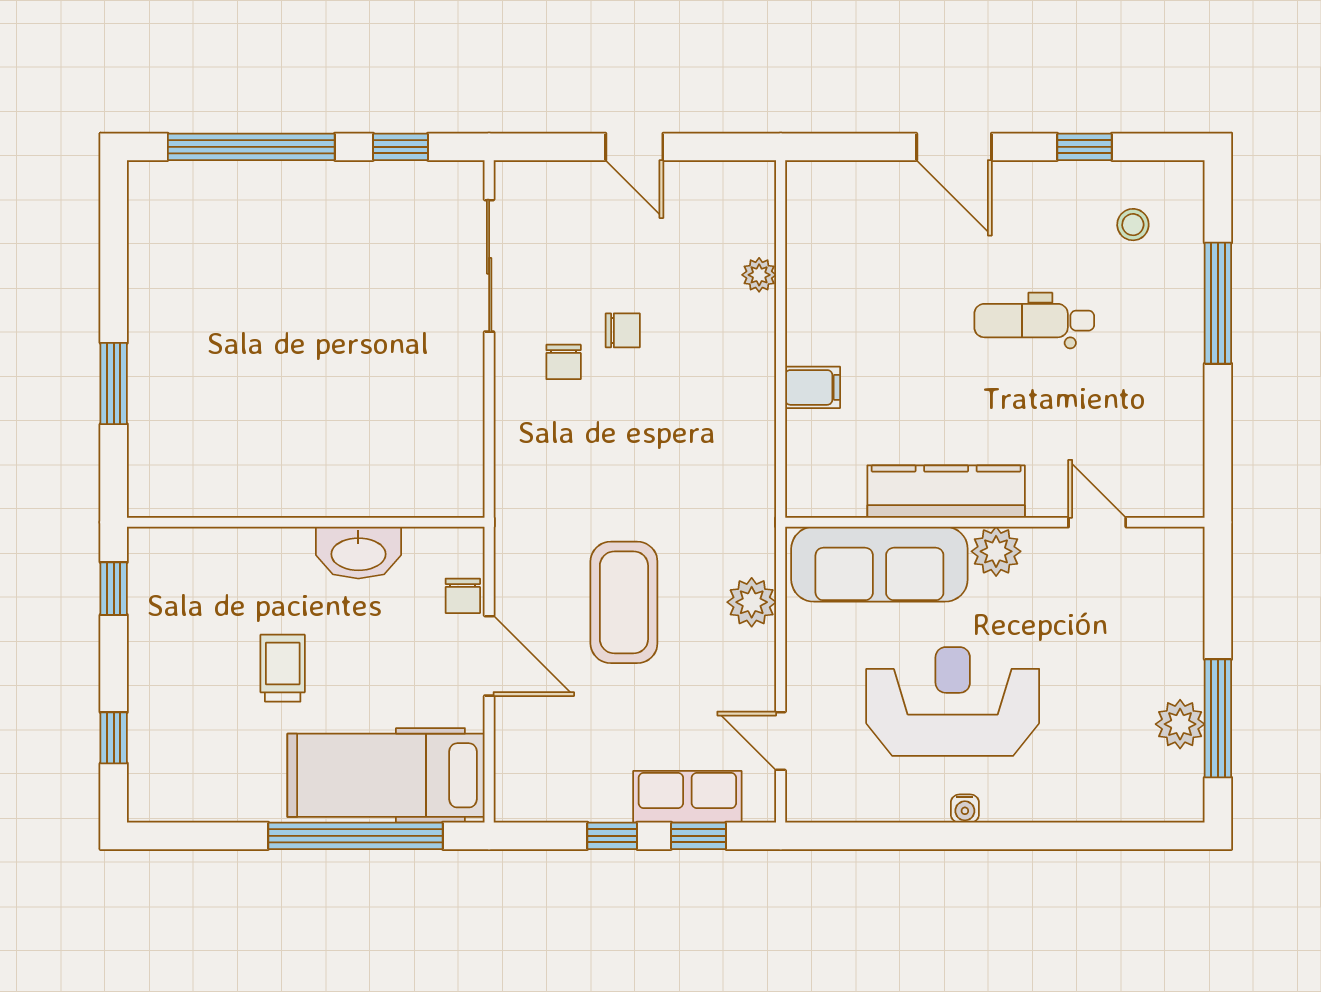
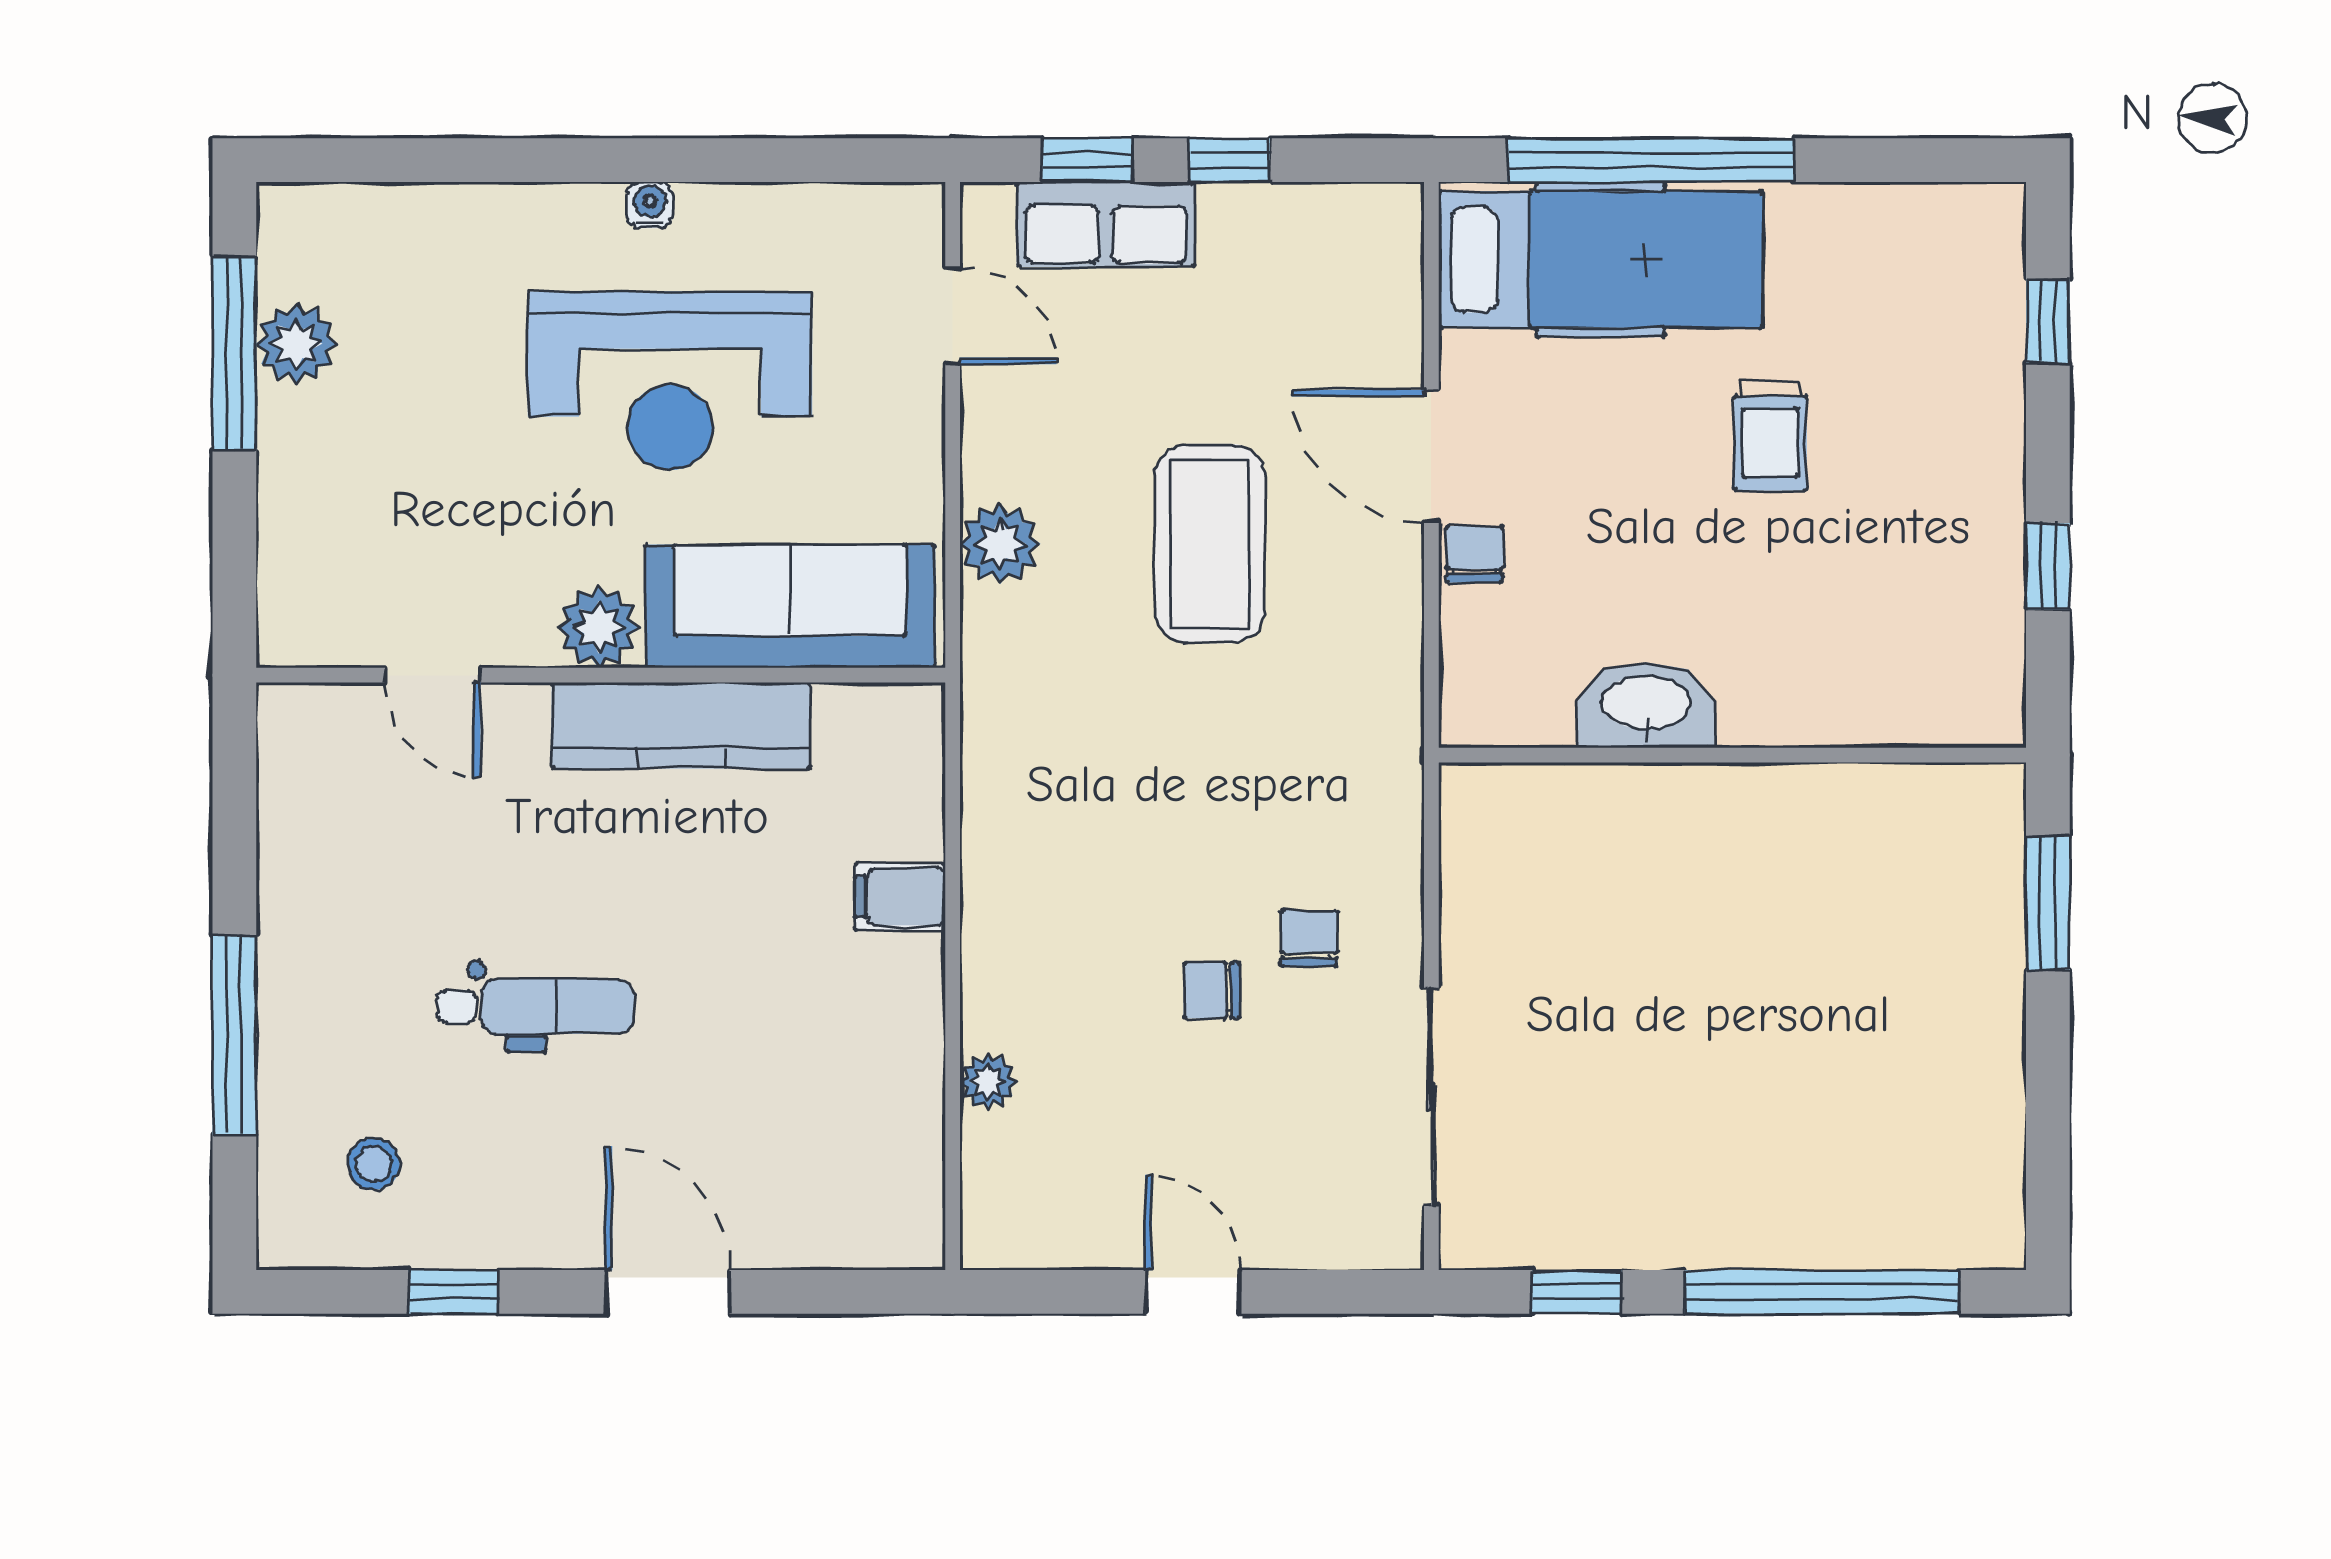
wall: (306, 522) -> (1732, 755), moved
washbasin: (358, 553) -> (1646, 705), moved

